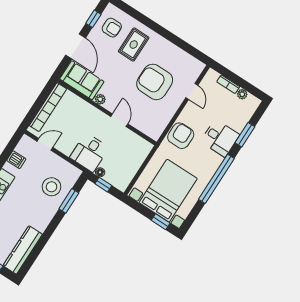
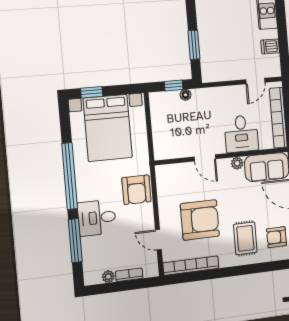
bookcase: (184, 57) -> (191, 266), added
window: (245, 135) -> (75, 241), width x1.44
desk: (89, 153) -> (241, 134), moved, turned 180
stool: (51, 187) -> (220, 46), removed

